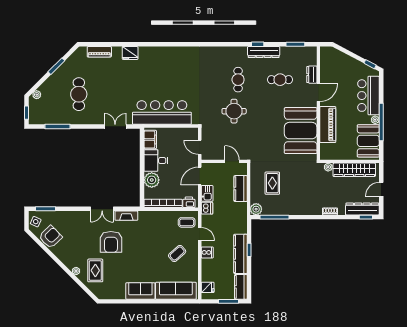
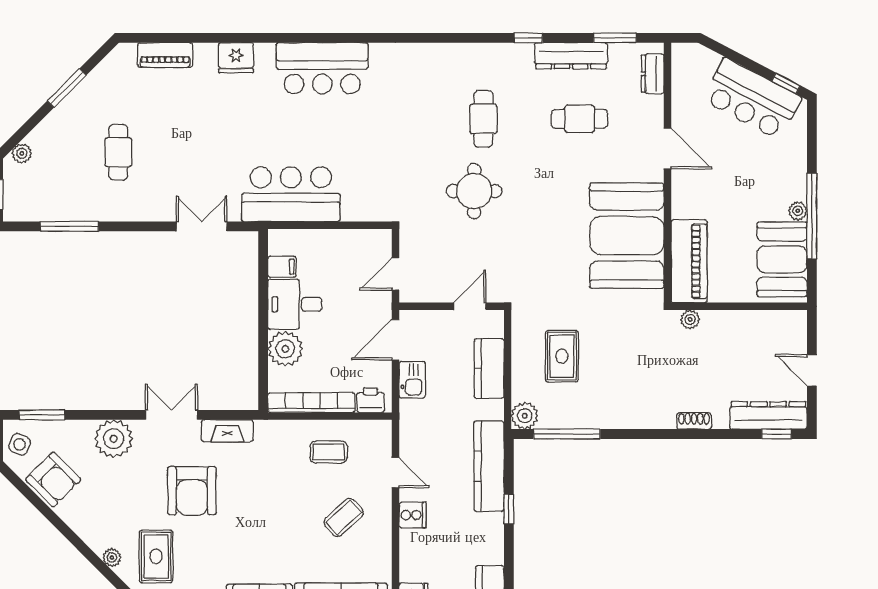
dresser: (264, 52) -> (571, 56), moved
bar counter: (168, 58) -> (322, 68), added
dresser: (312, 75) -> (653, 74), moved
door: (318, 93) -> (667, 149), hinge flipped
cafe table: (79, 94) -> (118, 152), width x0.73, depth x0.74
bar counter: (369, 96) -> (752, 99), moved, turned -62
bar counter: (162, 113) -> (291, 194), width x0.73
piano: (328, 125) -> (689, 261), moved
filing cabinet: (150, 139) -> (282, 267), width x0.50
door: (200, 147) -> (395, 274), hinge flipped
door: (232, 161) -> (470, 306), hinge flipped
wardrobe: (354, 170) -> (750, 326), removed
door: (381, 189) -> (812, 370), hinge flipped
dishwasher: (207, 208) -> (412, 414), removed
double door: (102, 209) -> (171, 415), swing flipped
plant: (77, 219) -> (114, 439), added
coffee table: (187, 222) -> (329, 452), moved
armchair: (50, 237) -> (53, 479), turned 89
kitchen counter: (240, 254) -> (489, 466), moved

